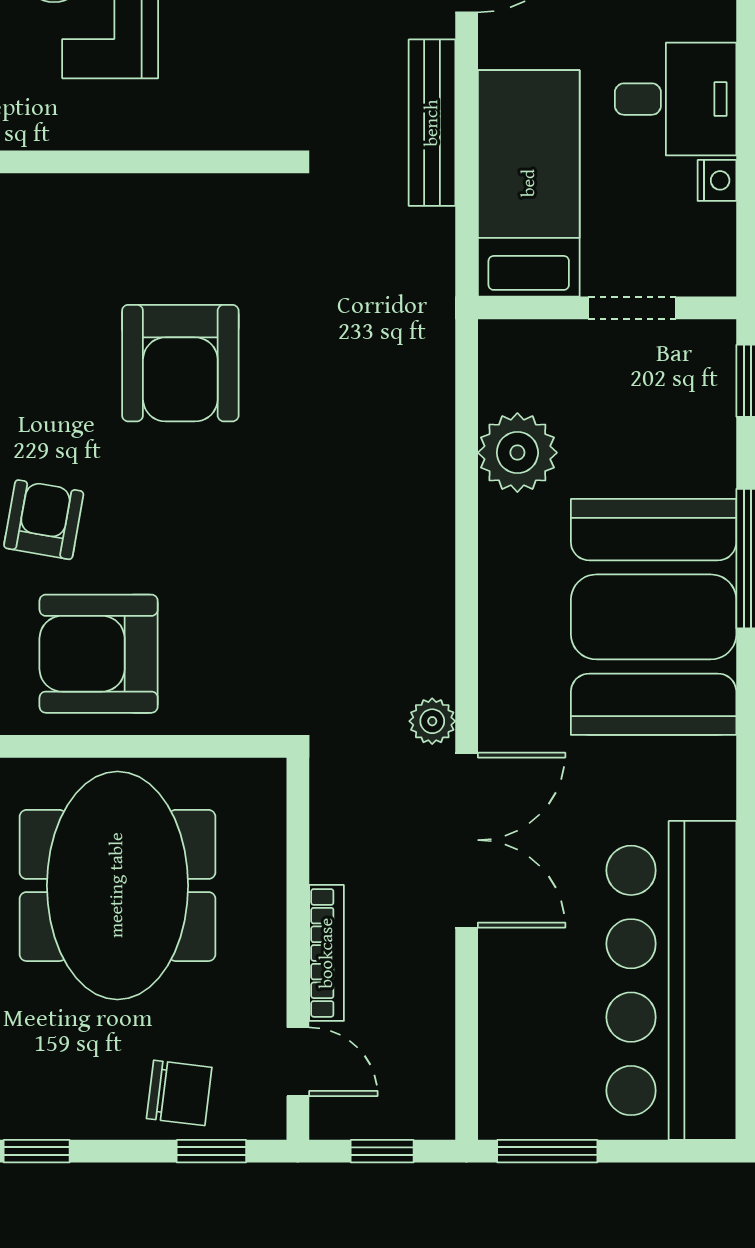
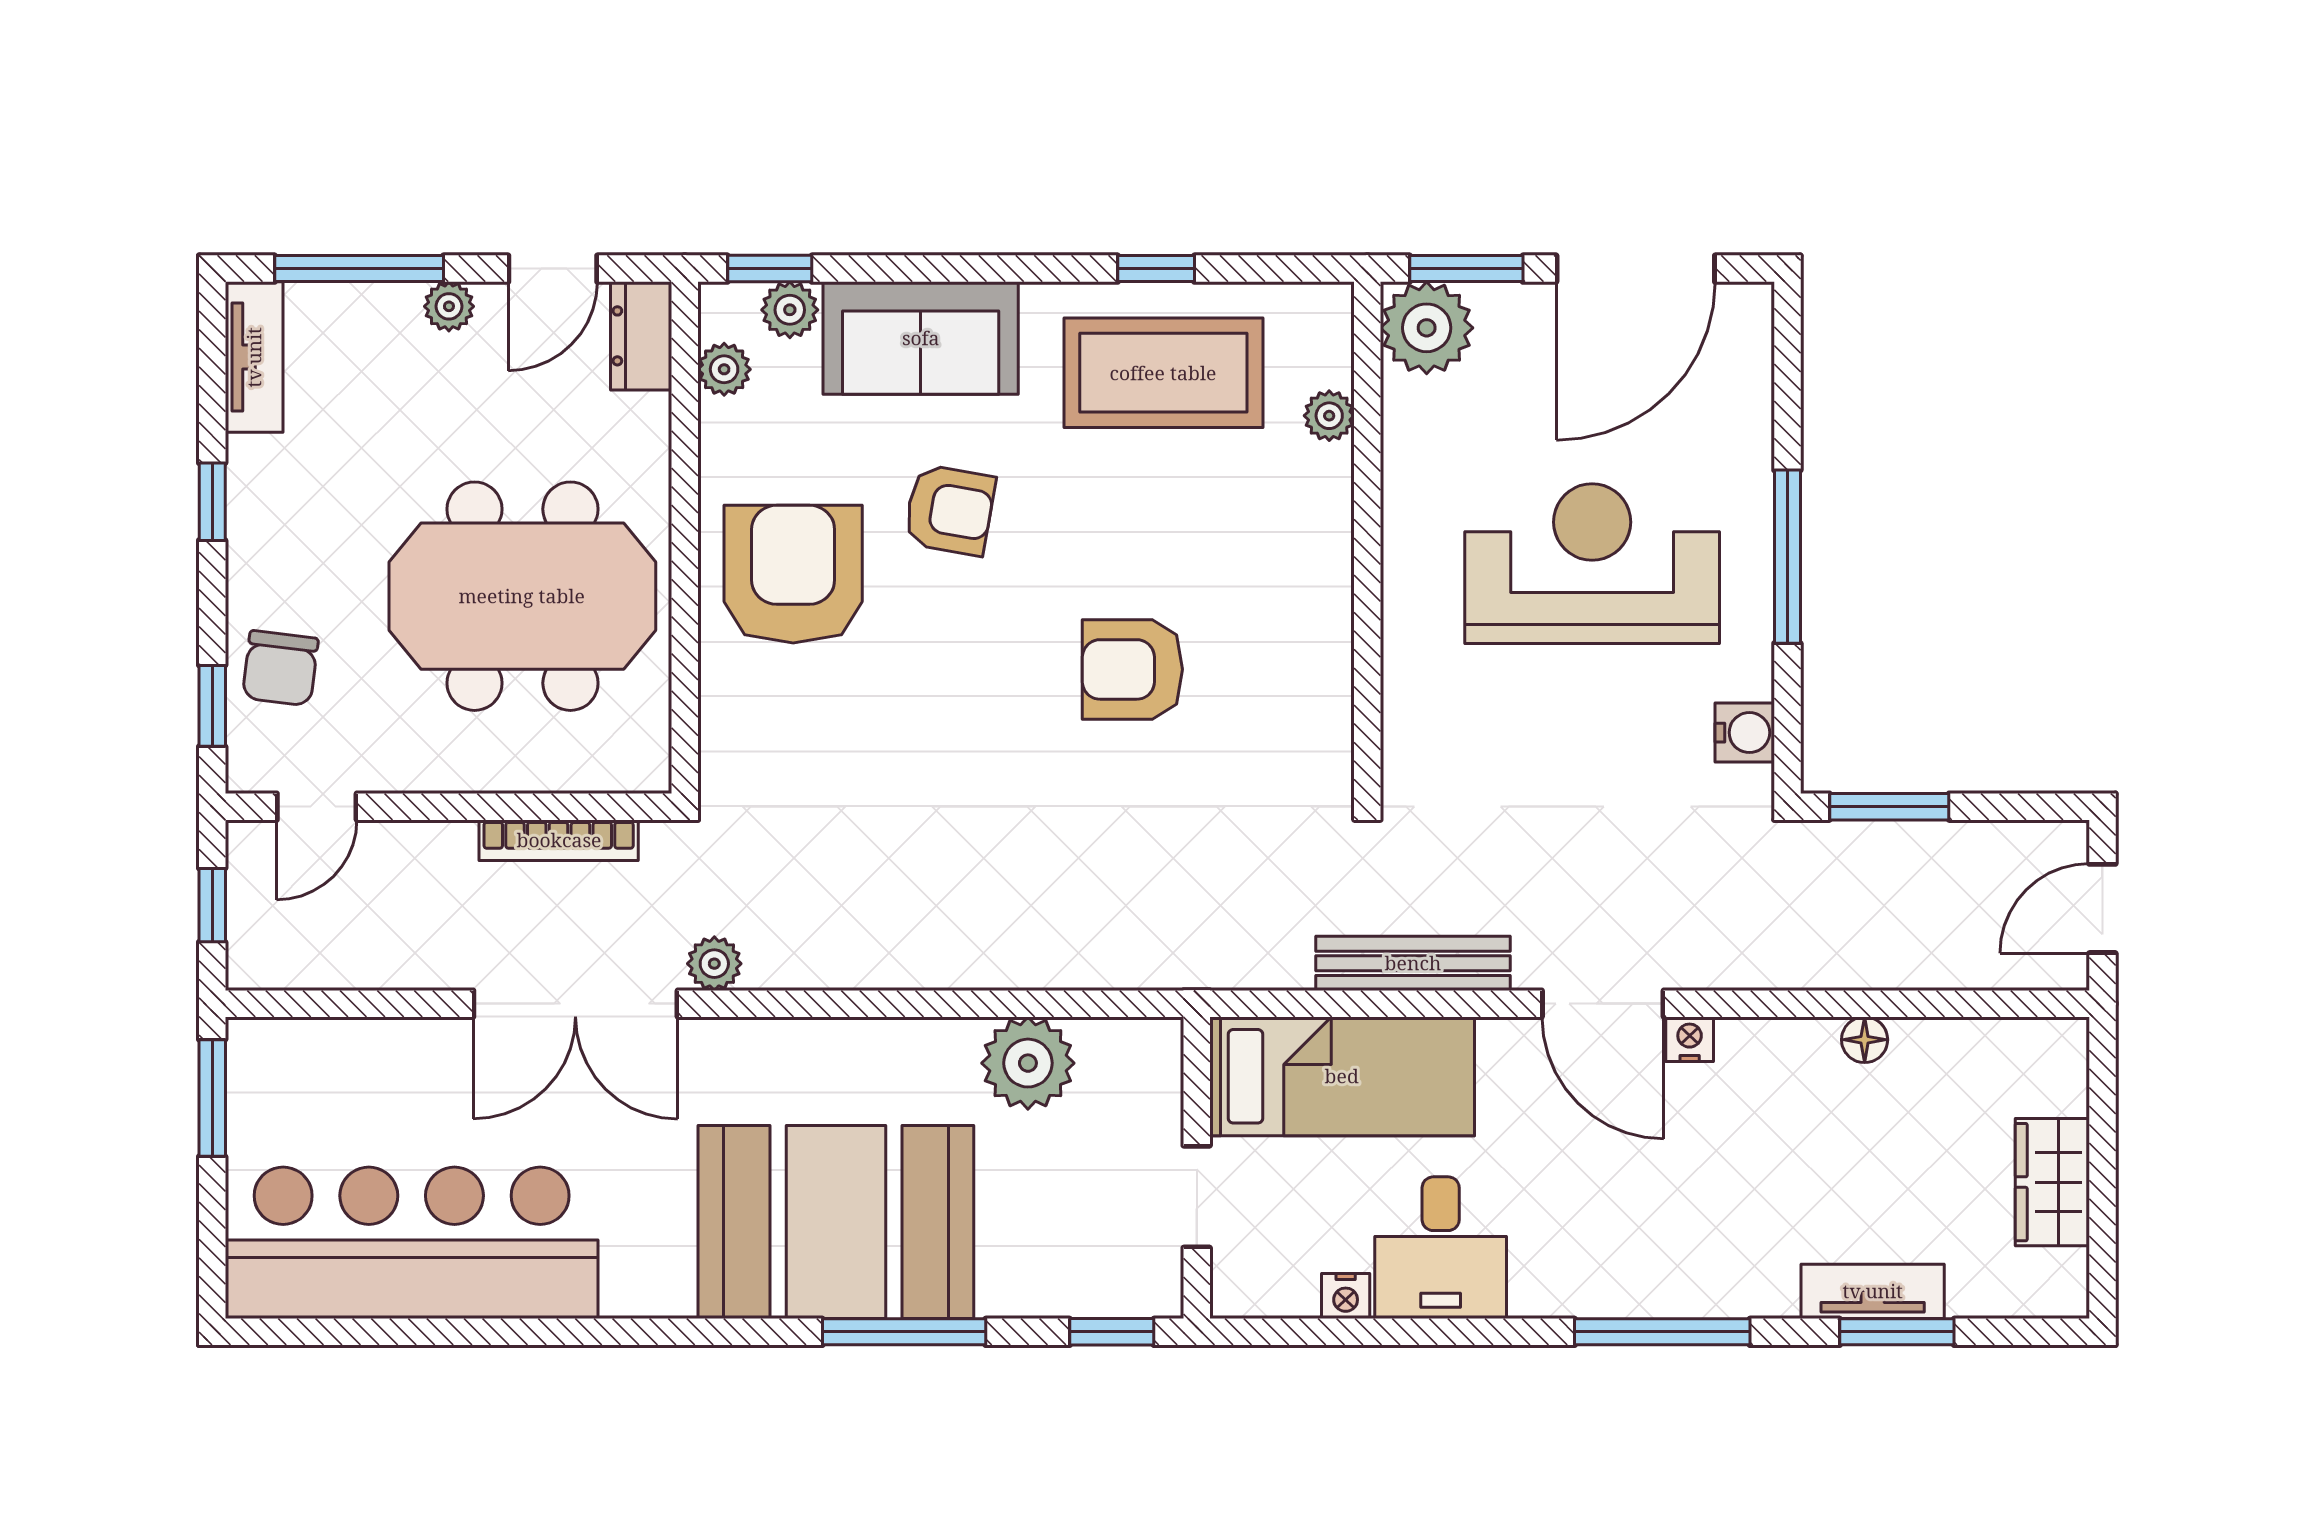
armchair: (180, 363) -> (1132, 669), width x0.73, depth x0.73
bookcase: (327, 953) -> (559, 840), moved

